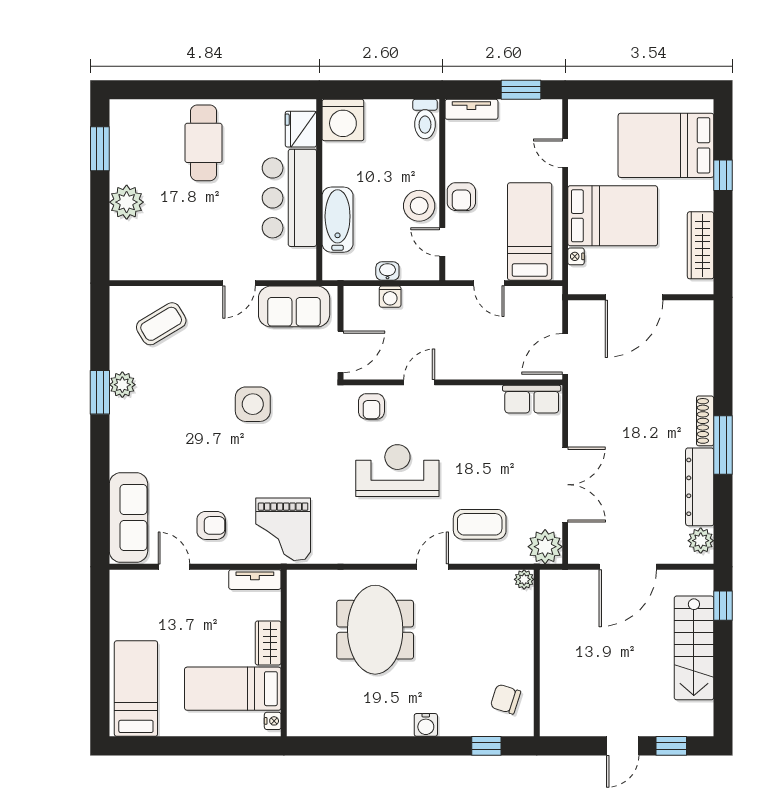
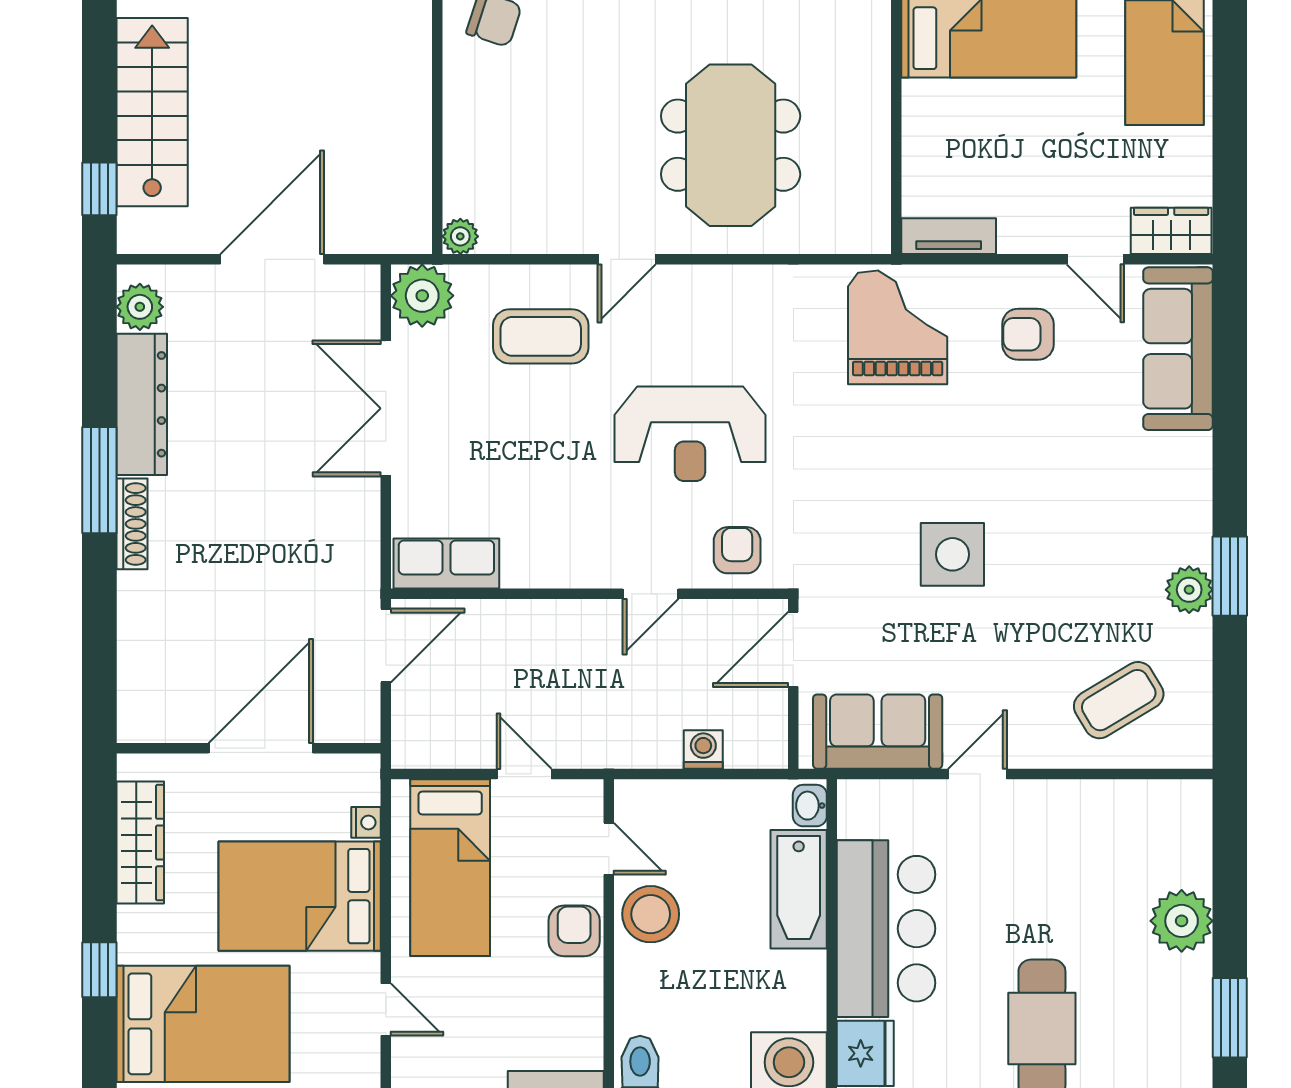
washbasin: (387, 271) -> (810, 806), moved, turned 90
wardrobe: (268, 643) -> (1171, 231), moved, turned -90

